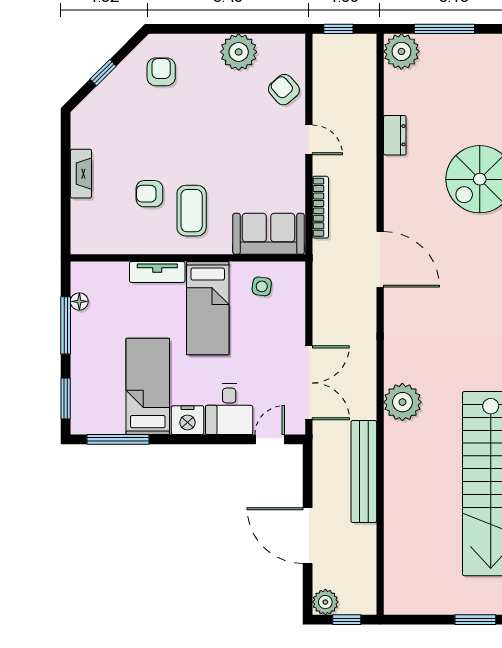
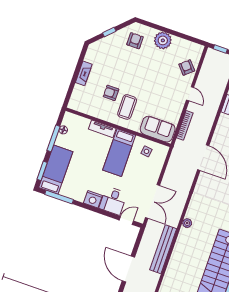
plant: (239, 52) -> (163, 40), moved
bed: (148, 386) -> (56, 170), moved
plant: (402, 402) -> (187, 223), width x0.53, depth x0.53

